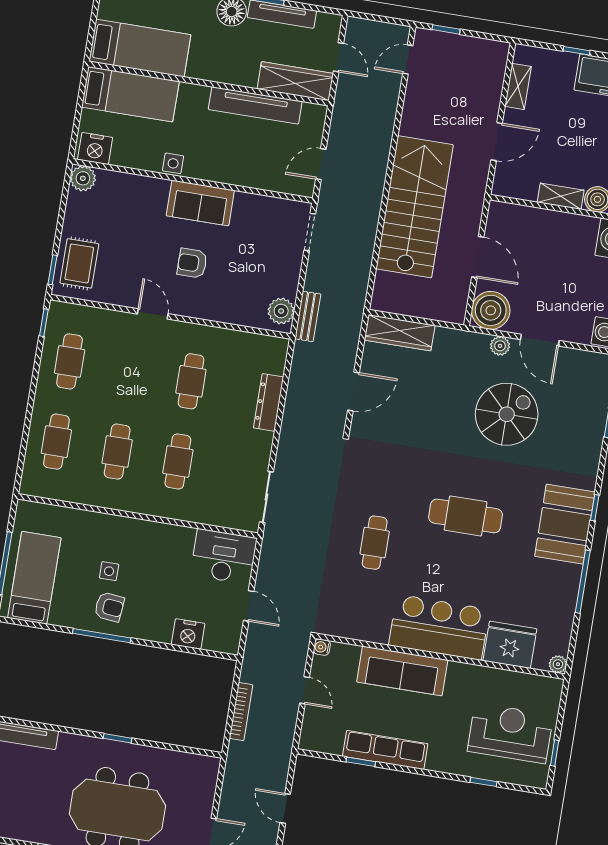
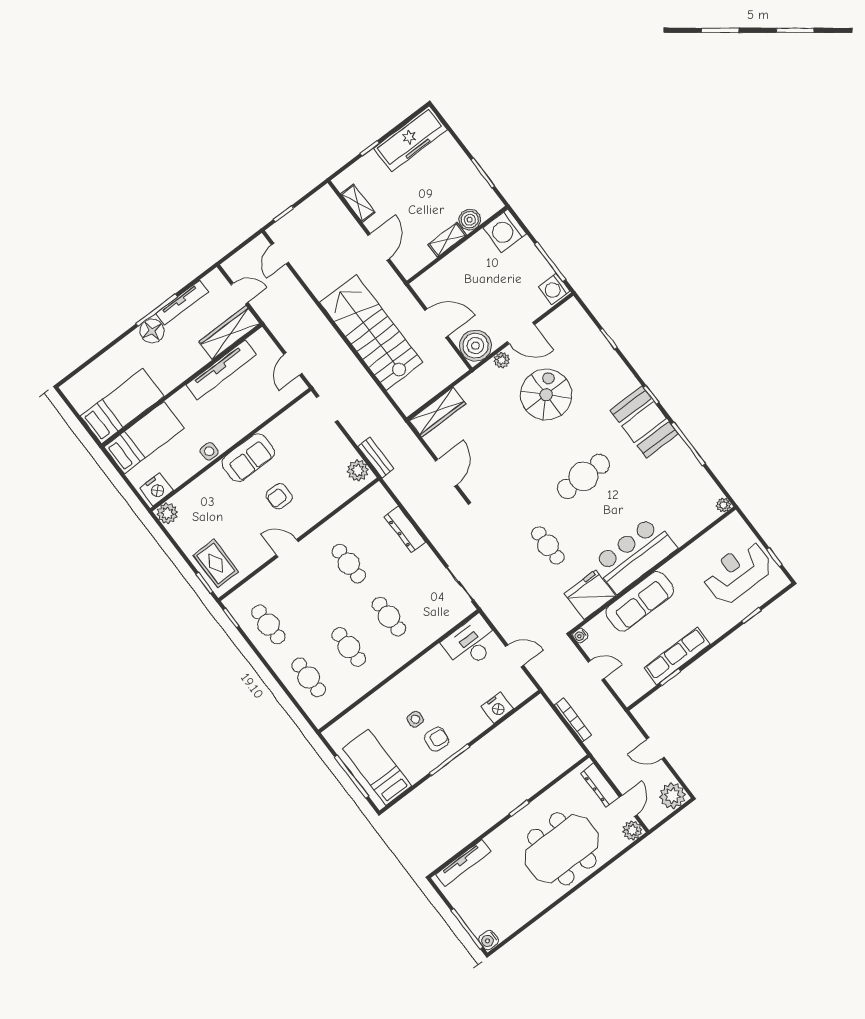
fridge: (510, 645) -> (590, 595), moved
dresser: (206, 790) -> (600, 785), added

